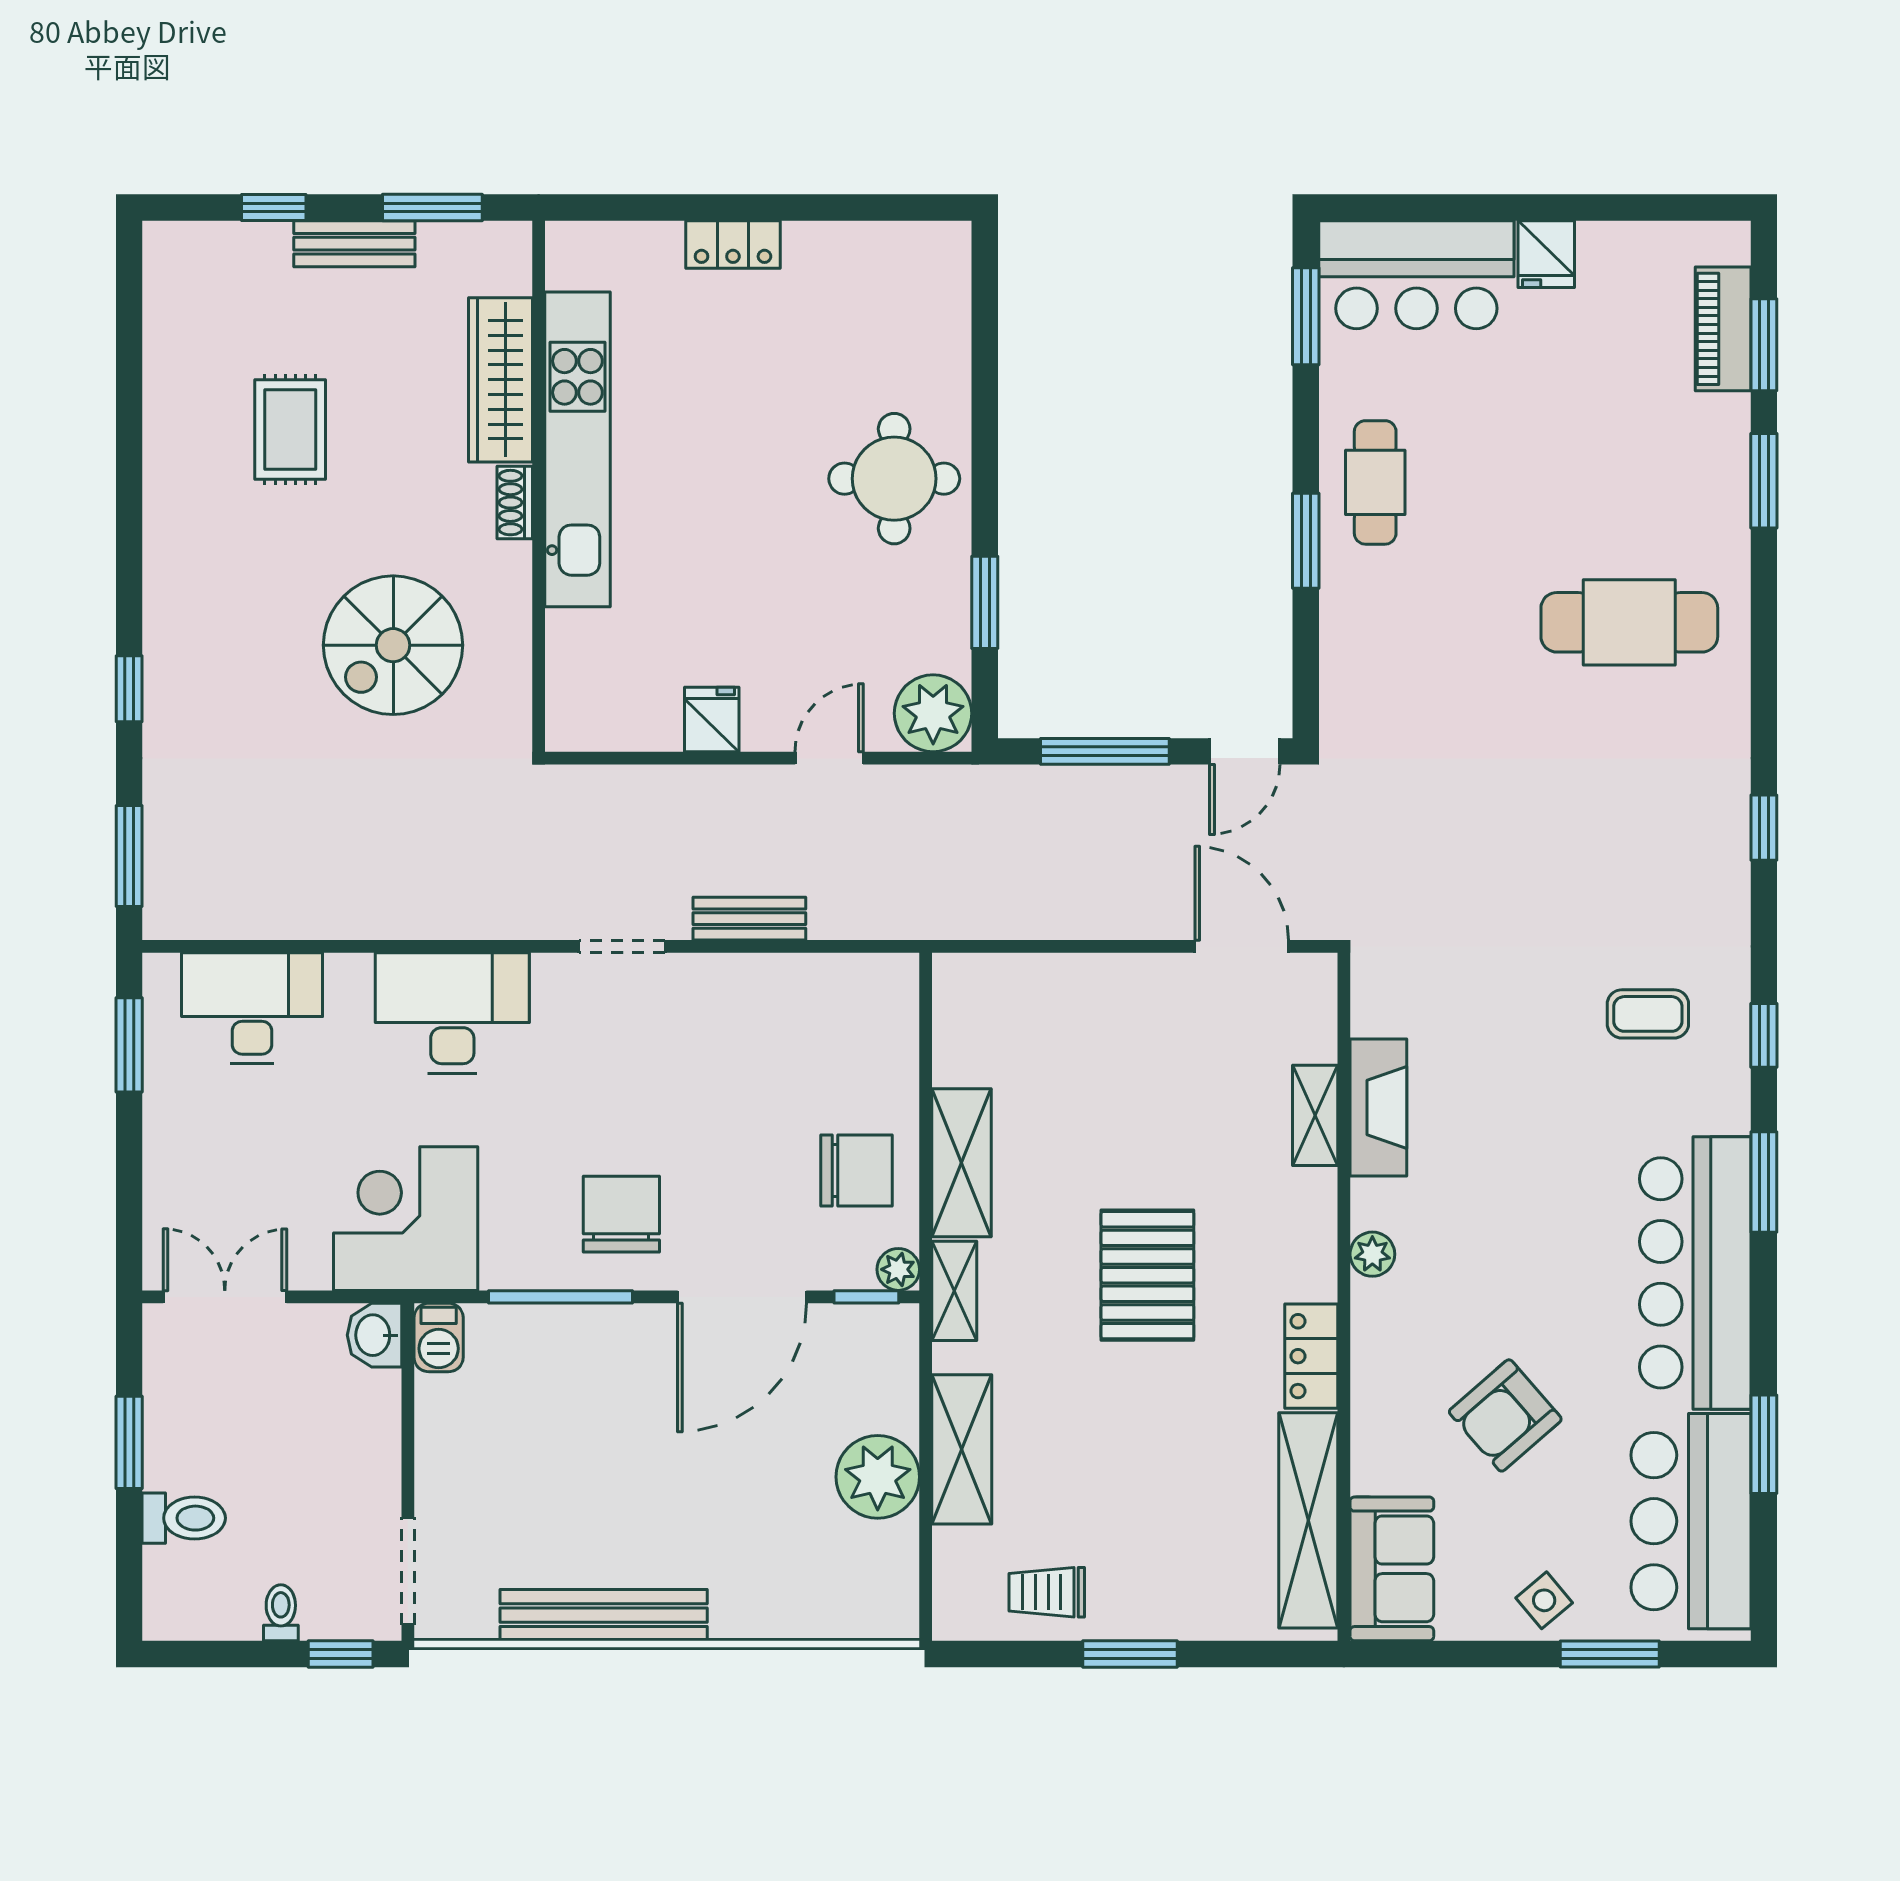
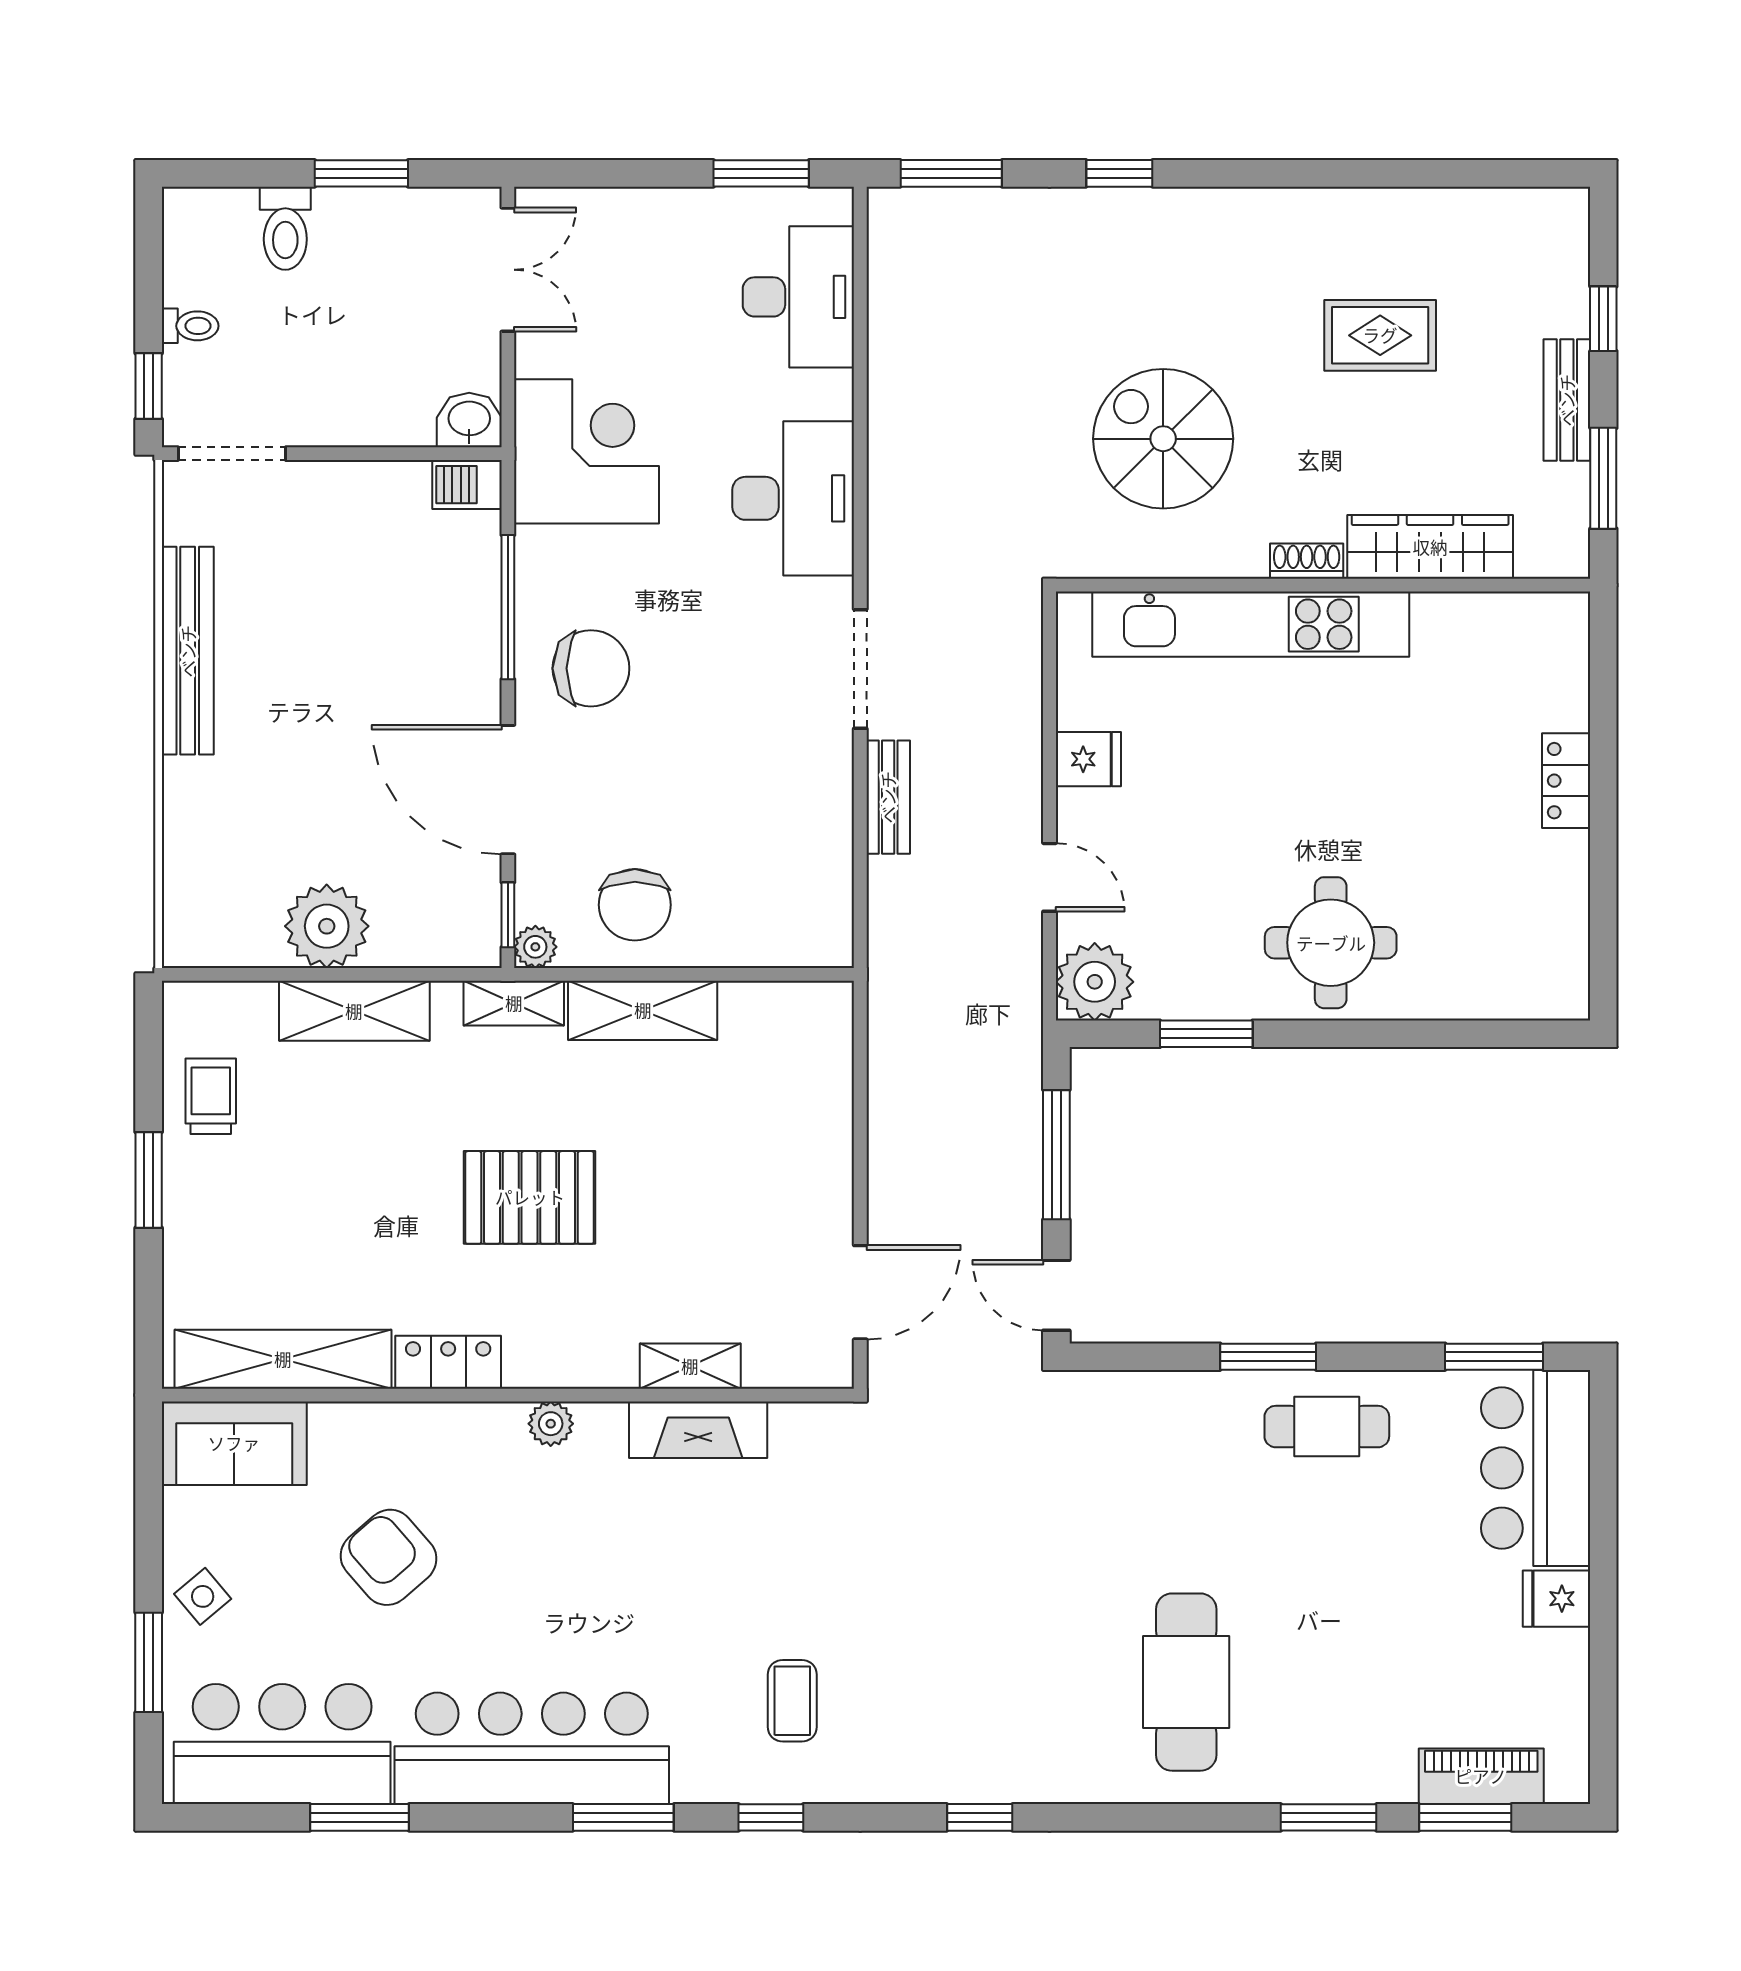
kitchen unit: (577, 449) -> (1251, 624), moved
doorway: (622, 946) -> (860, 669), width x1.38

